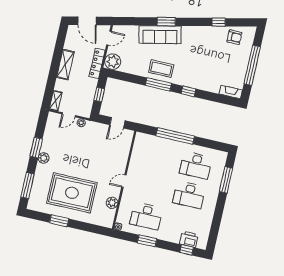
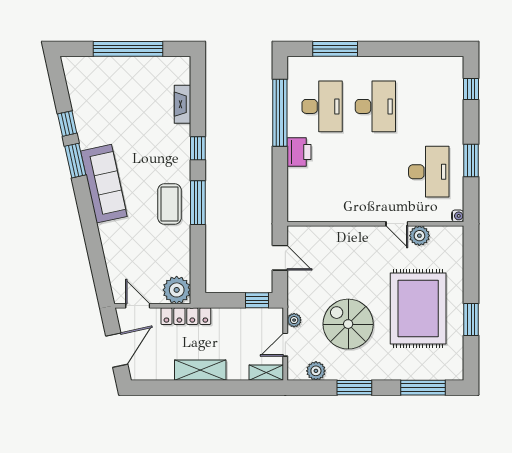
window: (166, 22) -> (75, 161), moved
sofa: (160, 35) -> (104, 184), moved
armchair: (234, 37) -> (87, 91), removed
fireplace: (231, 92) -> (182, 104), moved
window: (99, 95) -> (257, 300), moved
door: (69, 115) -> (285, 345), swing flipped
window: (175, 136) -> (280, 113), moved
spiral stairs: (72, 152) -> (348, 324), added
plant: (44, 158) -> (316, 371), moved
door: (124, 181) -> (397, 224), moved
printer: (189, 239) -> (299, 152), moved, turned 180

